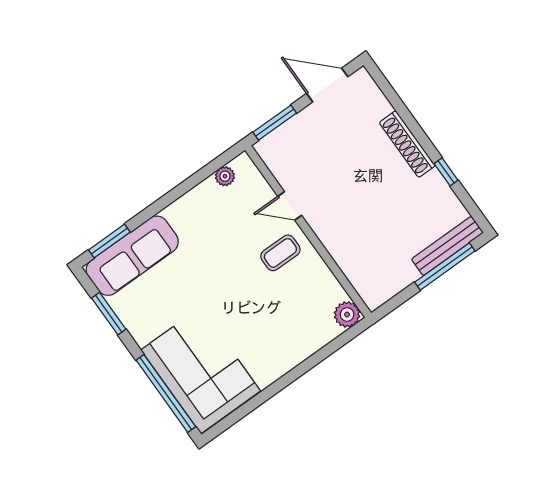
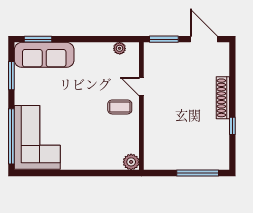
bench: (447, 246) -> (206, 164), removed

